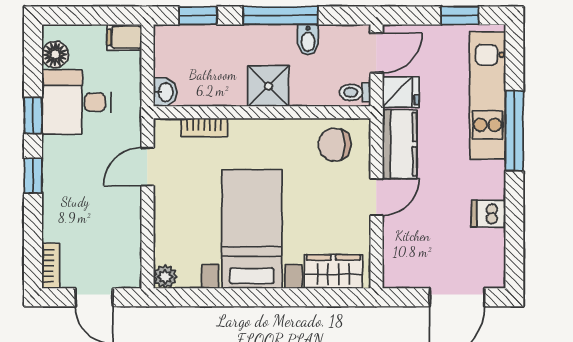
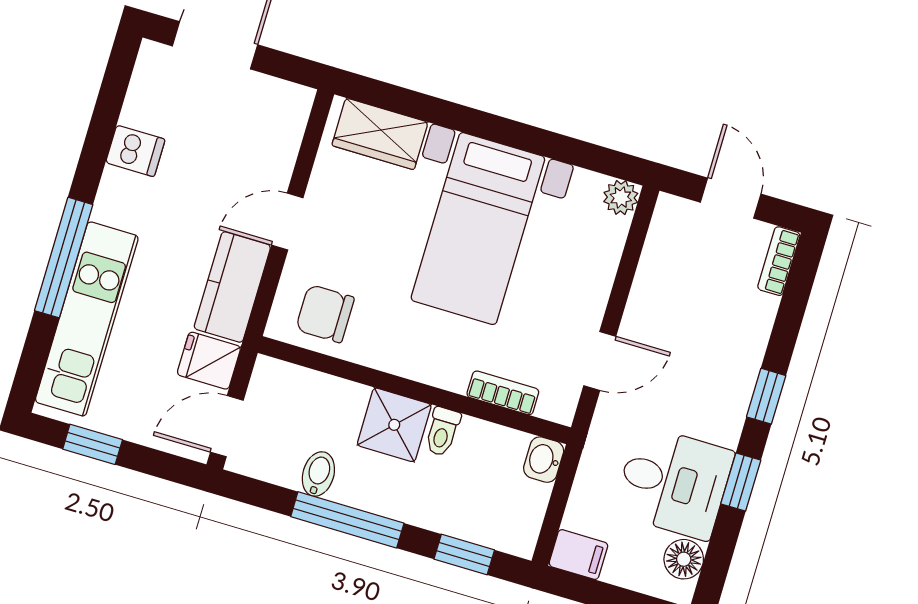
toilet: (355, 92) -> (442, 432), moved, turned 90
chair: (334, 145) -> (325, 314), turned 180

